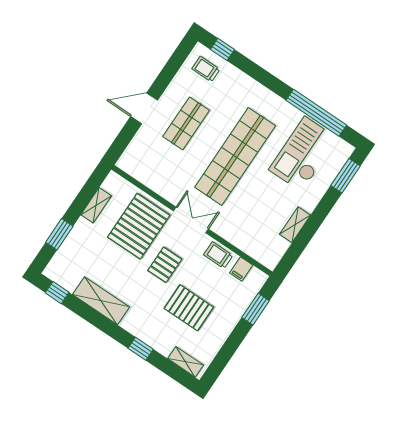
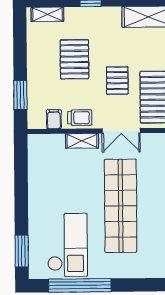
shelving: (295, 225) -> (82, 141), moved, turned 90
pallet: (189, 308) -> (74, 59), turned 90

